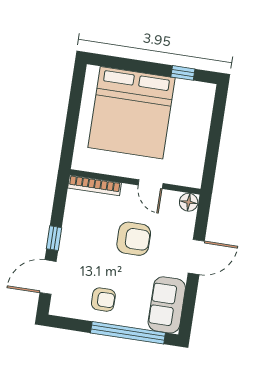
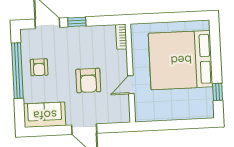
bookcase: (94, 185) -> (121, 37), width x0.64
floor lamp: (189, 202) -> (123, 115), removed
window: (128, 333) -> (17, 71), moved

